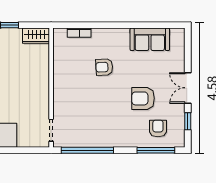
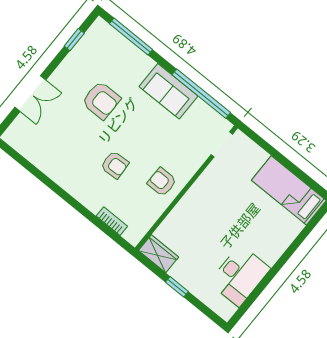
sofa: (150, 39) -> (169, 91), moved, turned 180
double door: (188, 88) -> (30, 94), moved
armchair: (158, 128) -> (162, 182), moved, turned 90

